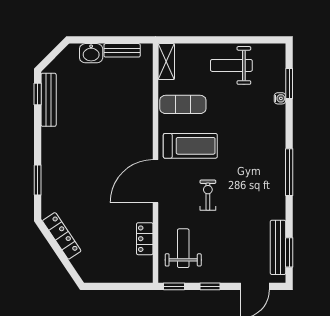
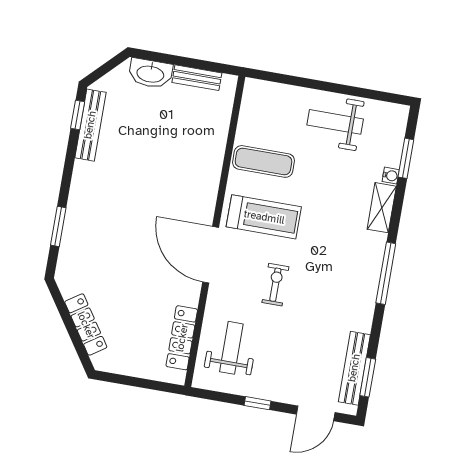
washbasin: (91, 53) -> (150, 73), width x1.38
shelving: (166, 62) -> (382, 208), moved
door: (156, 181) -> (211, 255), hinge flipped
locker: (62, 236) -> (86, 325), moved
locker: (145, 239) -> (182, 338), width x1.53
window: (174, 286) -> (211, 395), removed

